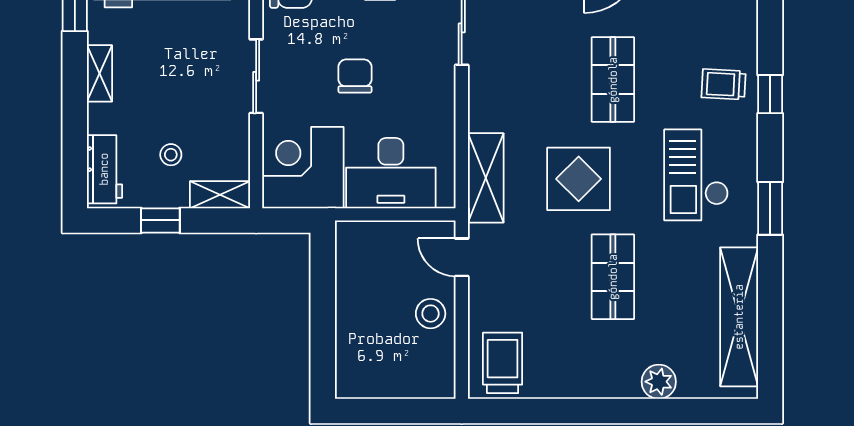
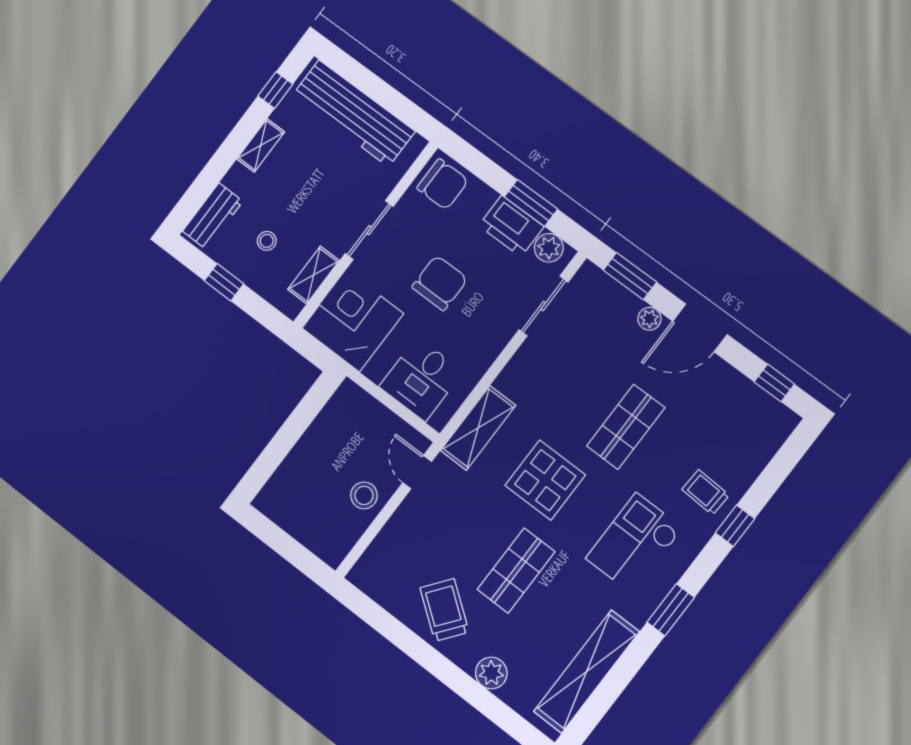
chair: (355, 76) -> (440, 283), width x1.37, depth x1.37
desk: (391, 173) -> (421, 379), width x0.73
shelving: (220, 195) -> (314, 275), moved, turned 90
trolley: (503, 363) -> (444, 610), moved, turned -53

